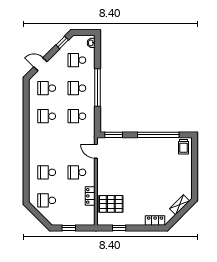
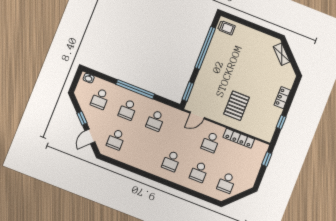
window: (62, 42) -> (82, 118), moved
school desk: (47, 116) -> (171, 161), moved
locker: (90, 196) -> (239, 138), width x1.53
pallet: (111, 204) -> (237, 106), moved
locker: (155, 221) -> (282, 98), moved
window: (69, 228) -> (267, 159), moved

